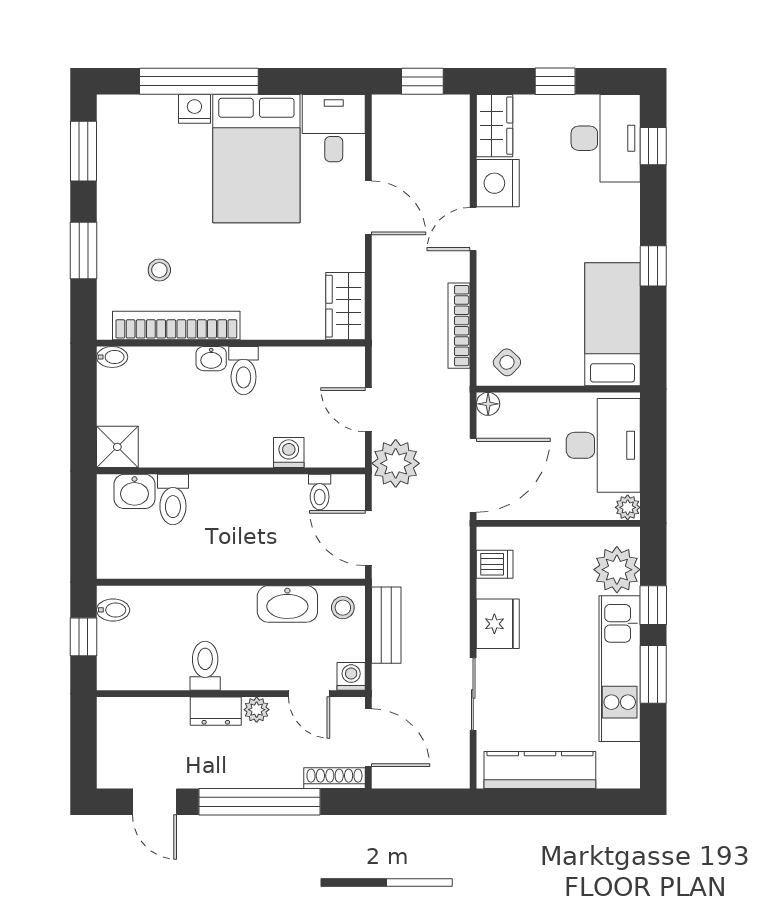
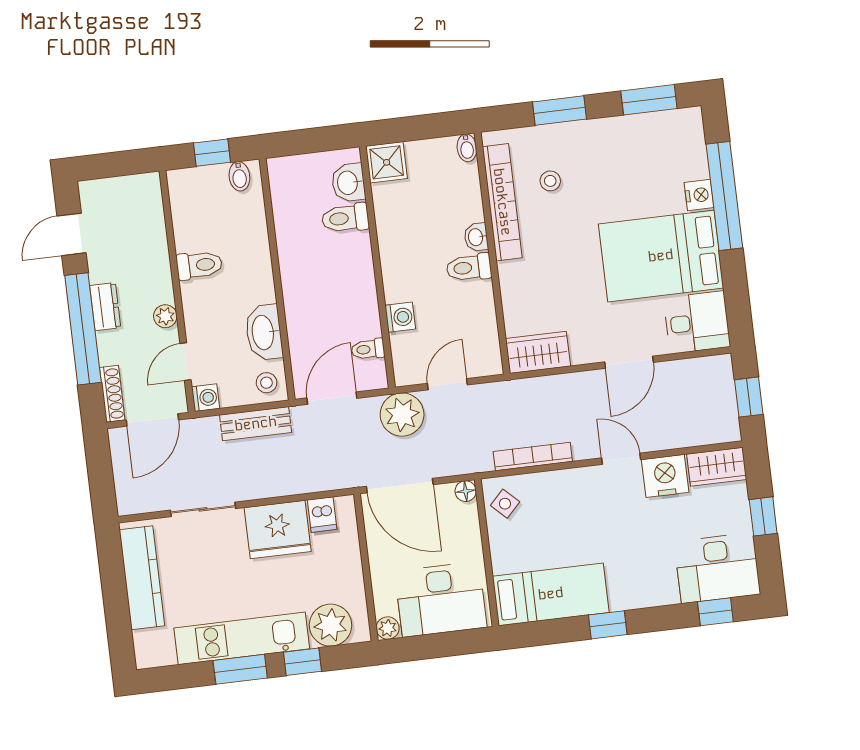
fridge: (498, 624) -> (278, 529), width x1.36, depth x1.34
dresser: (216, 711) -> (105, 307), moved, turned 180

